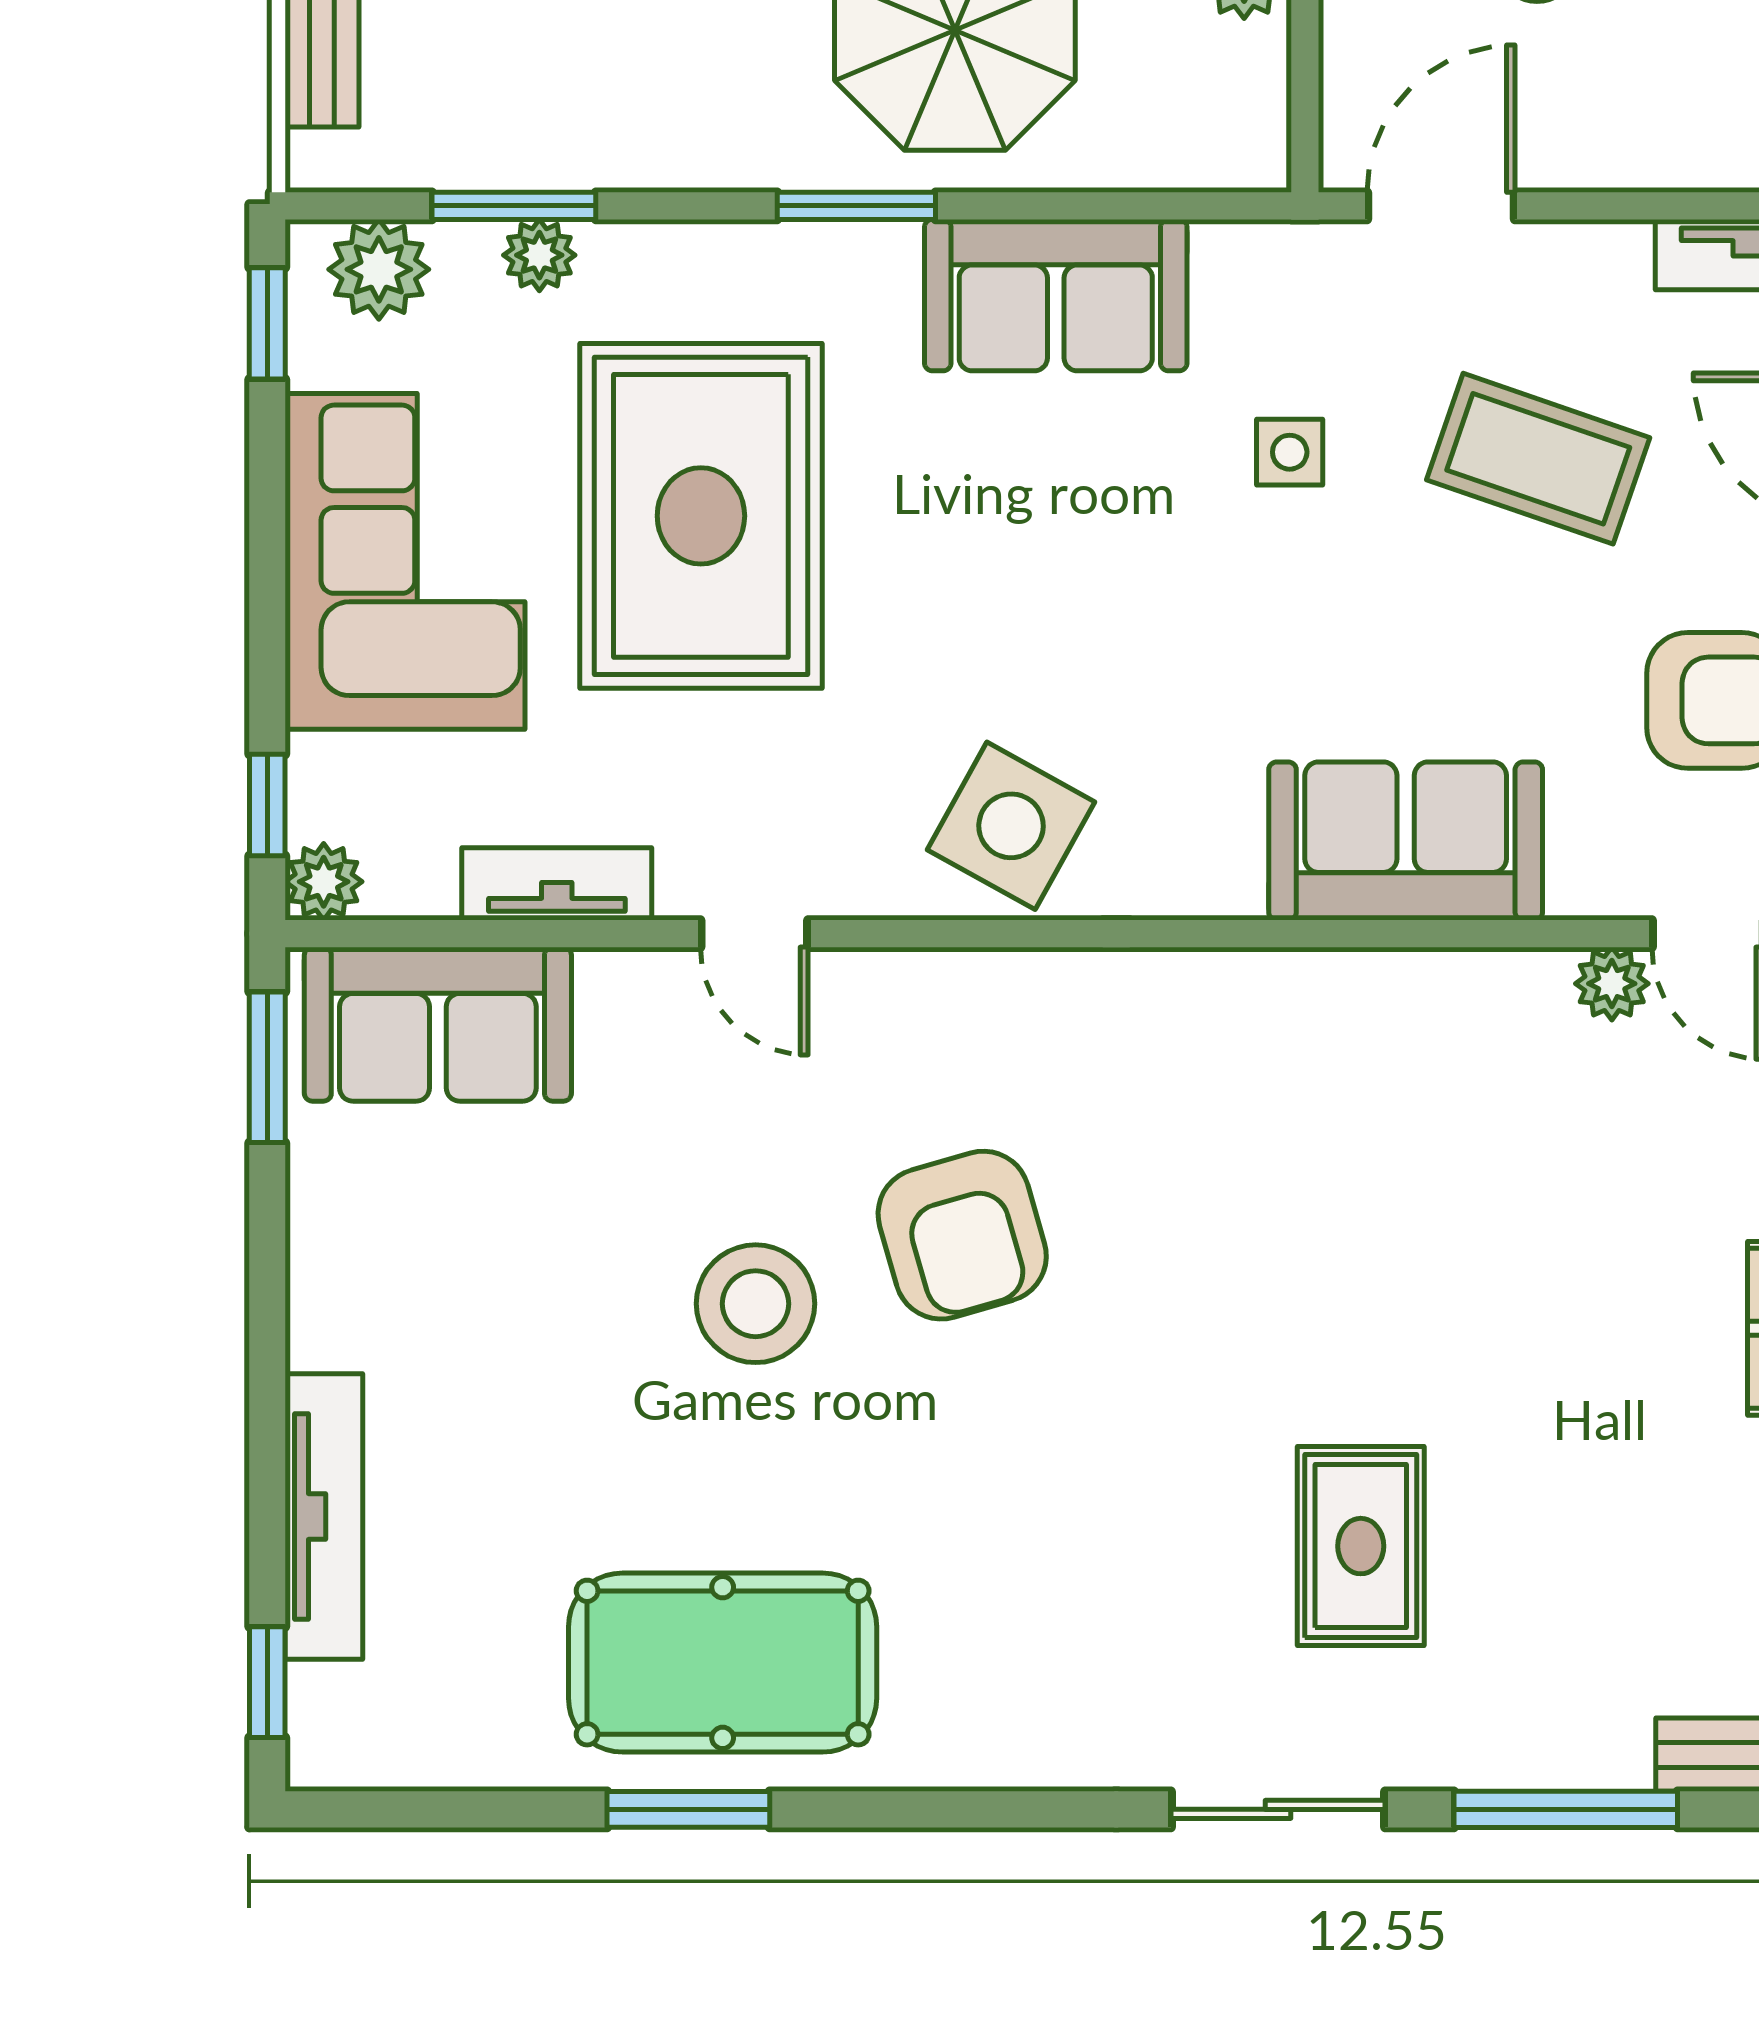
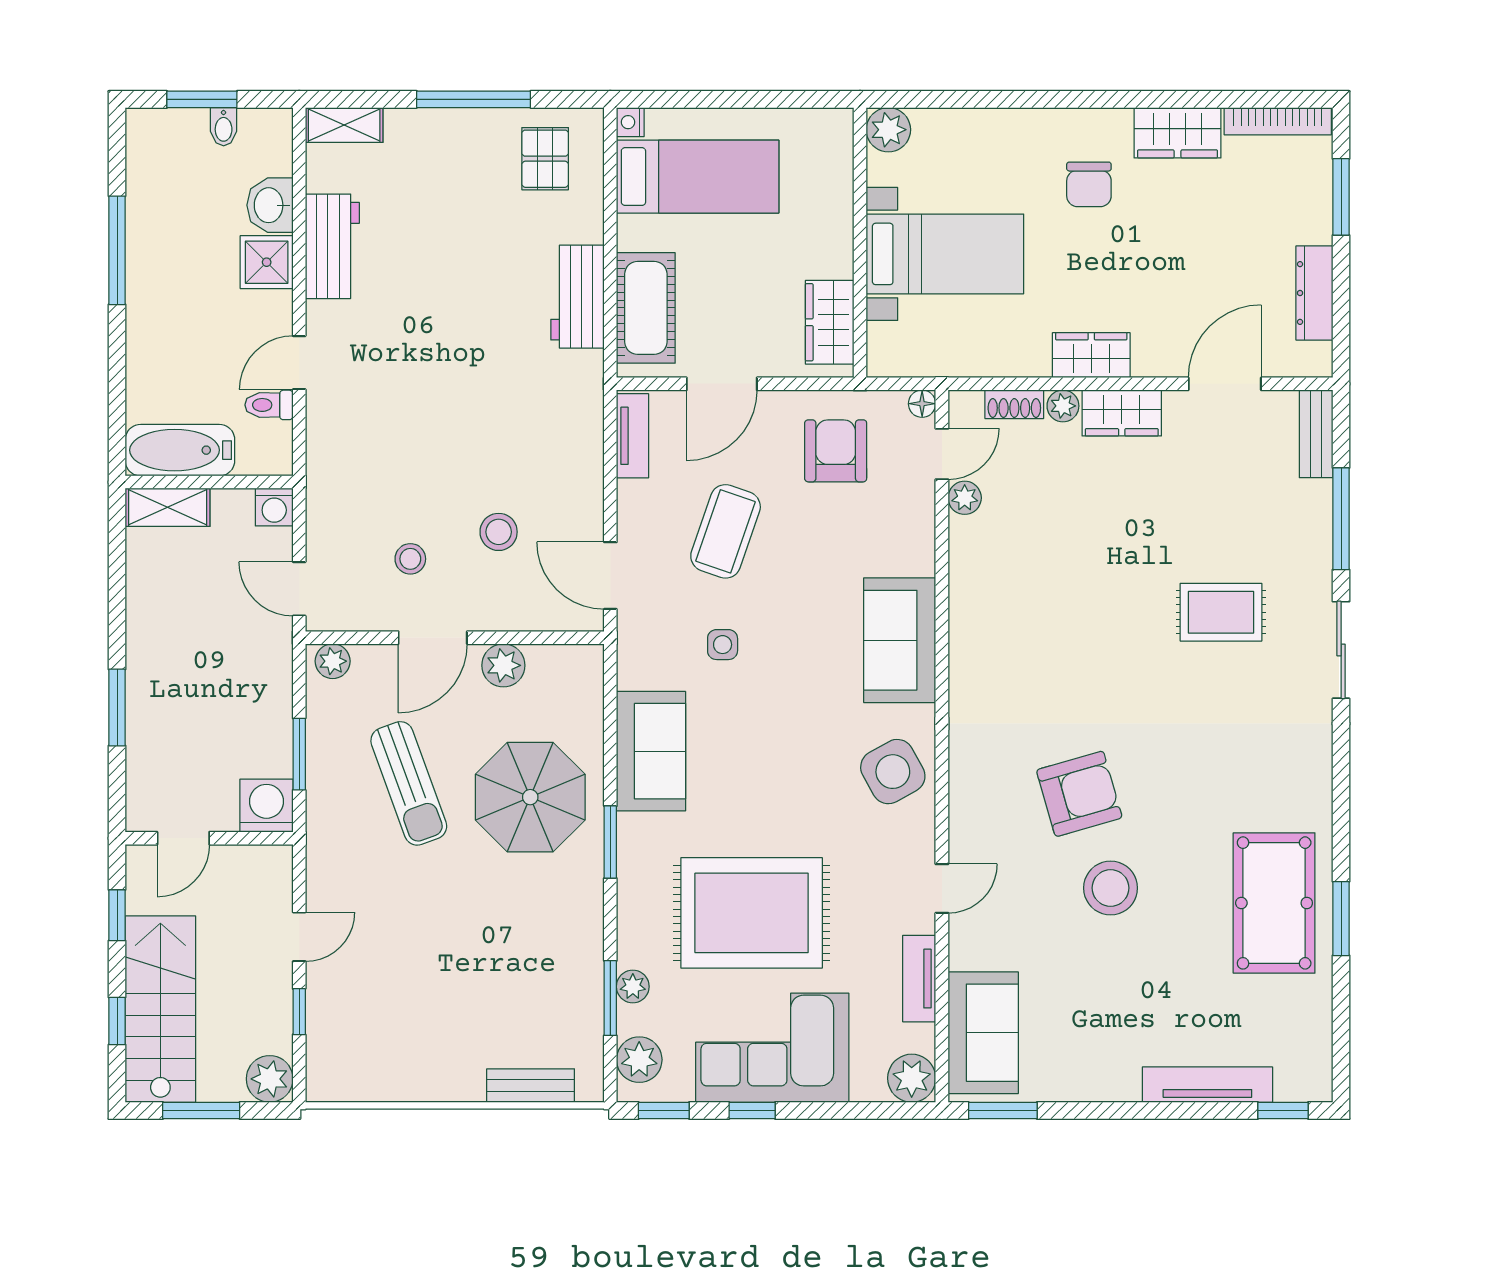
window: (267, 805) -> (752, 1110), moved
side table: (1011, 826) -> (893, 772), turned 32
sofa: (1406, 841) -> (900, 640), moved
plant: (324, 882) -> (912, 1078), width x1.38, depth x1.38

